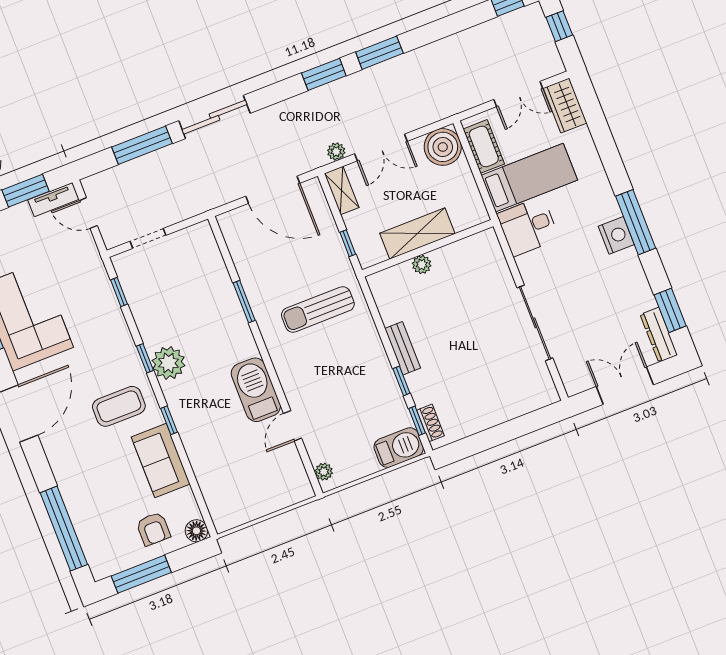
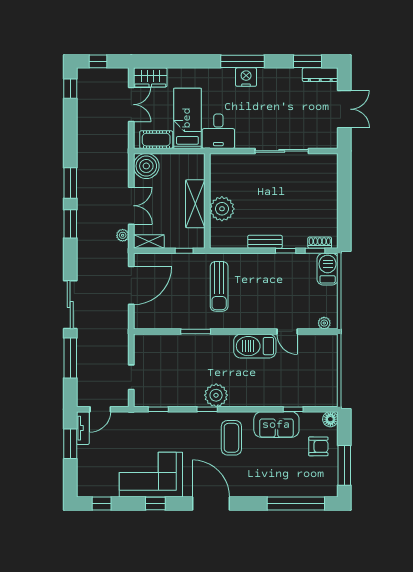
plant: (422, 265) -> (222, 209), width x1.88, depth x1.88
double door: (625, 386) -> (344, 109), swing flipped
window: (169, 420) -> (293, 409), moved

